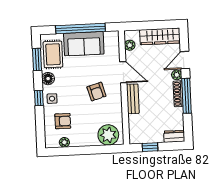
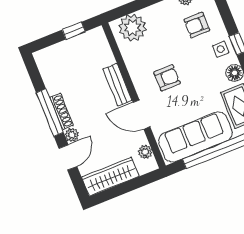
sofa: (84, 44) -> (196, 137), width x1.36
armchair: (96, 92) -> (167, 78), turned 106
dresser: (174, 136) -> (48, 55), removed

